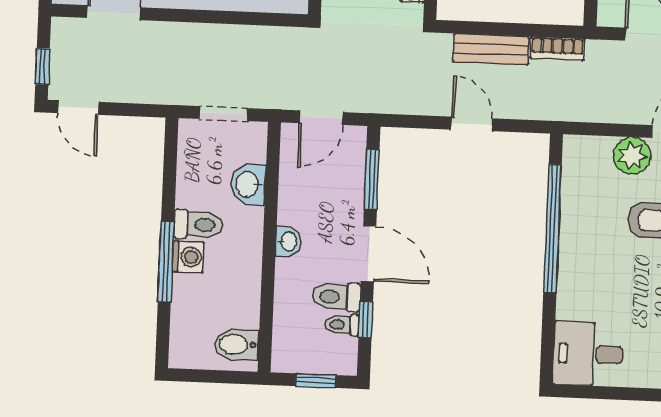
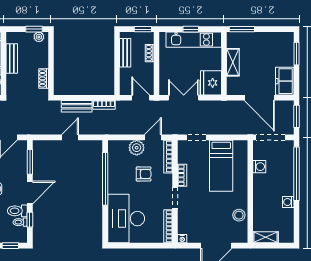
door: (472, 124) -> (70, 137), hinge flipped
door: (369, 254) -> (30, 192), hinge flipped
desk: (588, 354) -> (126, 219), width x1.87, depth x1.30

